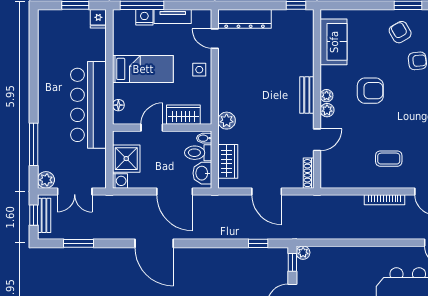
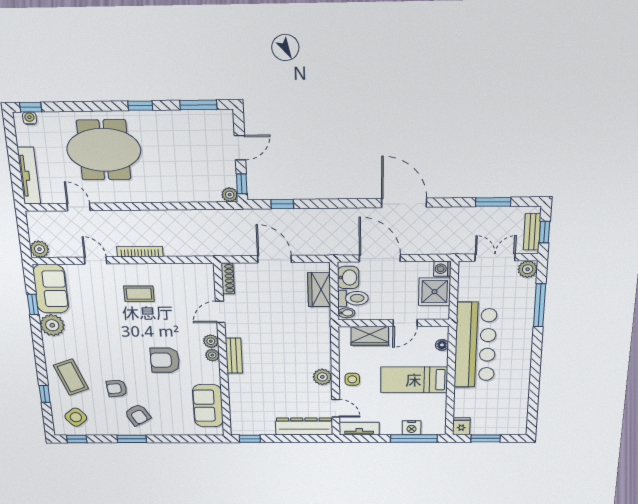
tv unit: (173, 16) -> (359, 429), moved
plant: (227, 121) -> (322, 377), moved

